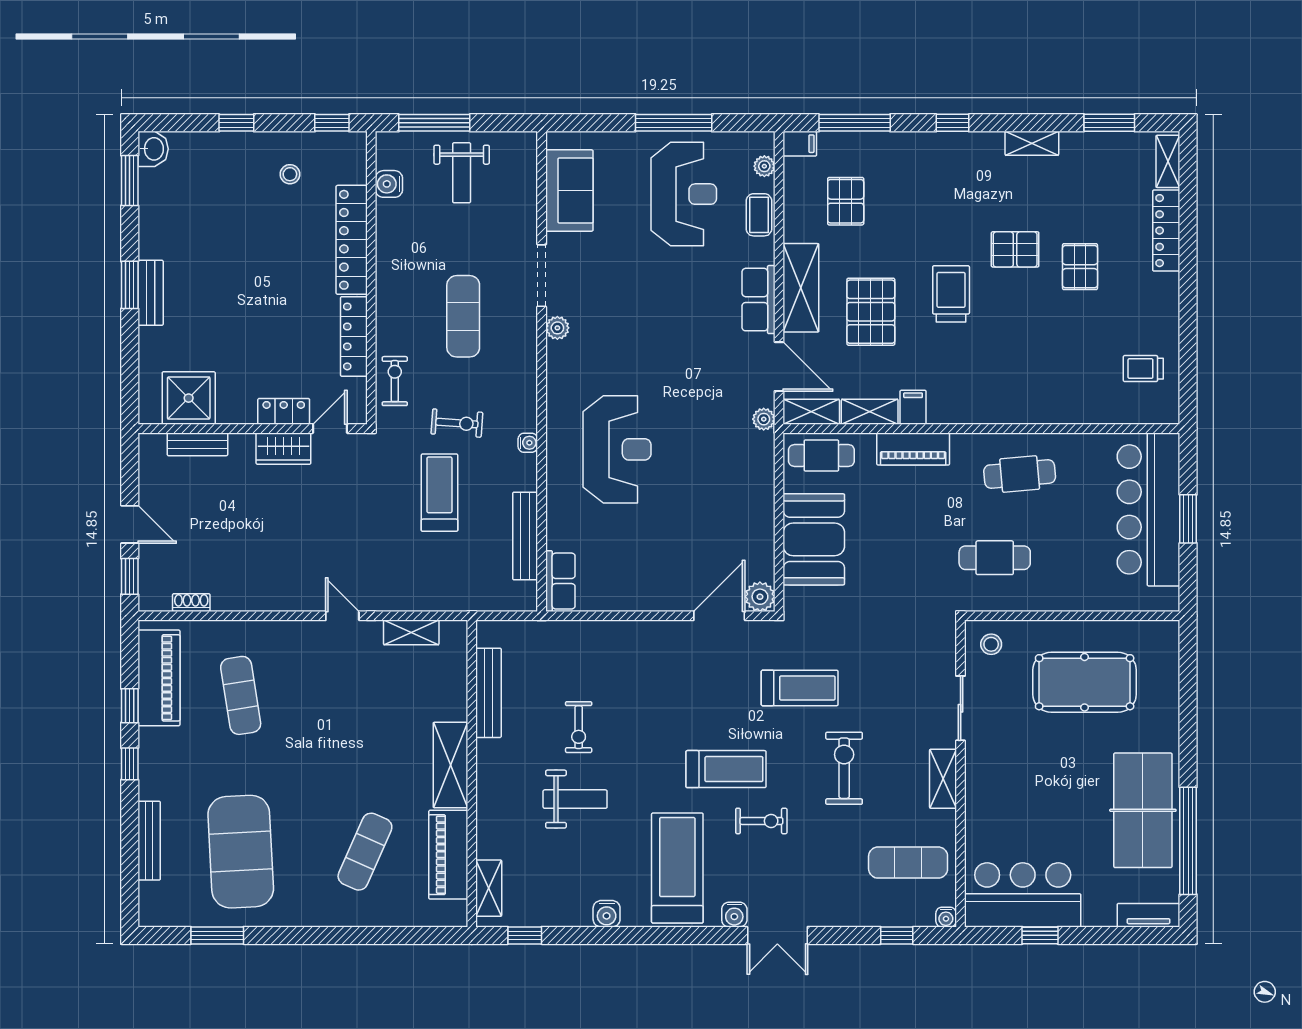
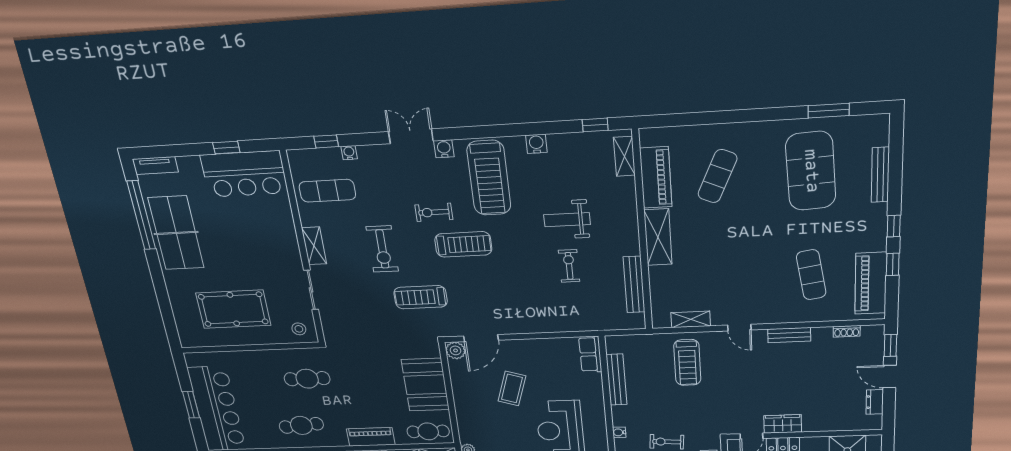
bench: (197, 444) -> (789, 335), moved
dresser: (150, 482) -> (875, 402), added
treadmill: (439, 493) -> (687, 362), moved
coffee table: (683, 527) -> (512, 388), added
treadmill: (726, 769) -> (463, 244), turned 180
water cooler: (946, 917) -> (349, 153), moved

